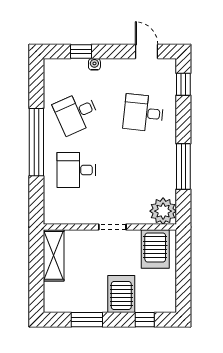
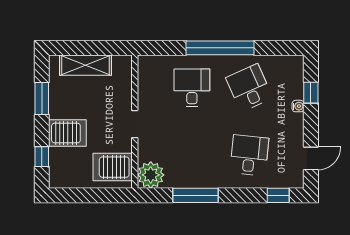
shelving: (54, 255) -> (85, 65), moved

